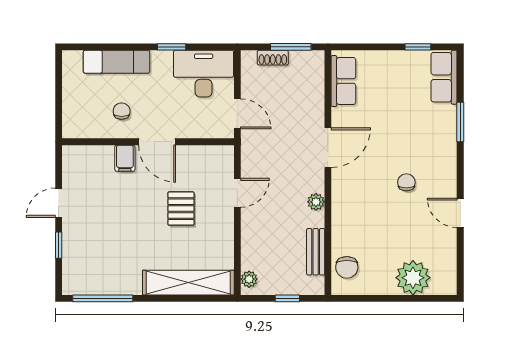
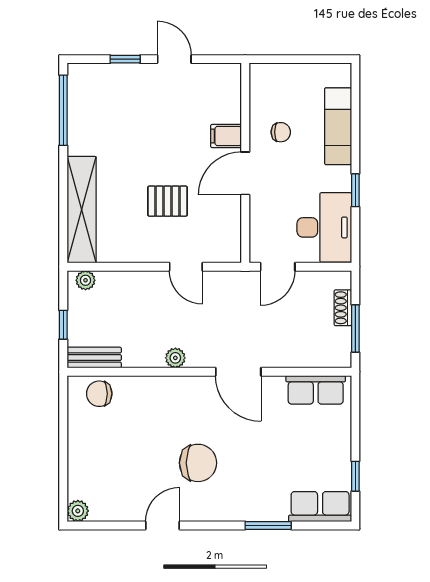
chair: (406, 182) -> (198, 463), width x1.87, depth x1.87
bench: (316, 252) -> (94, 358), moved
plant: (413, 278) -> (78, 511), moved, width x0.53, depth x0.53

